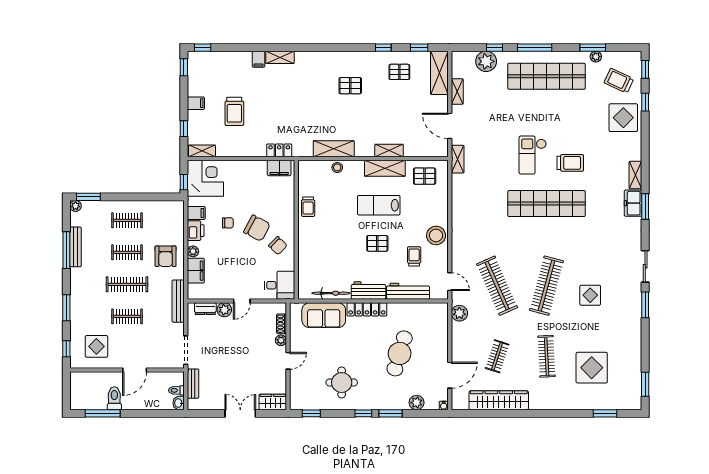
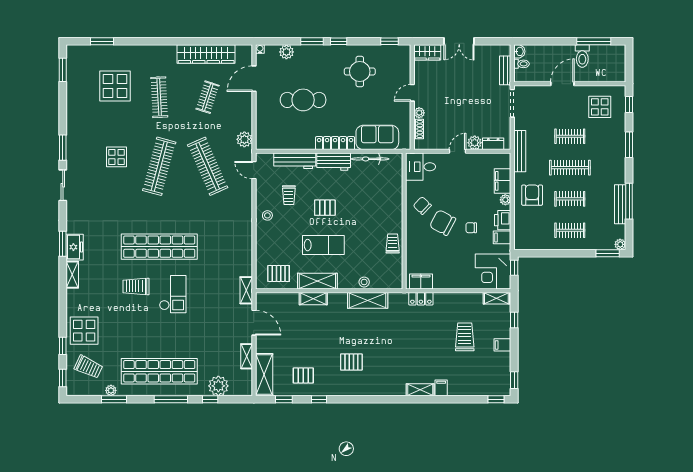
stool: (436, 235) -> (267, 215), width x0.53, depth x0.53
cafe table: (400, 353) -> (303, 100), turned 73

